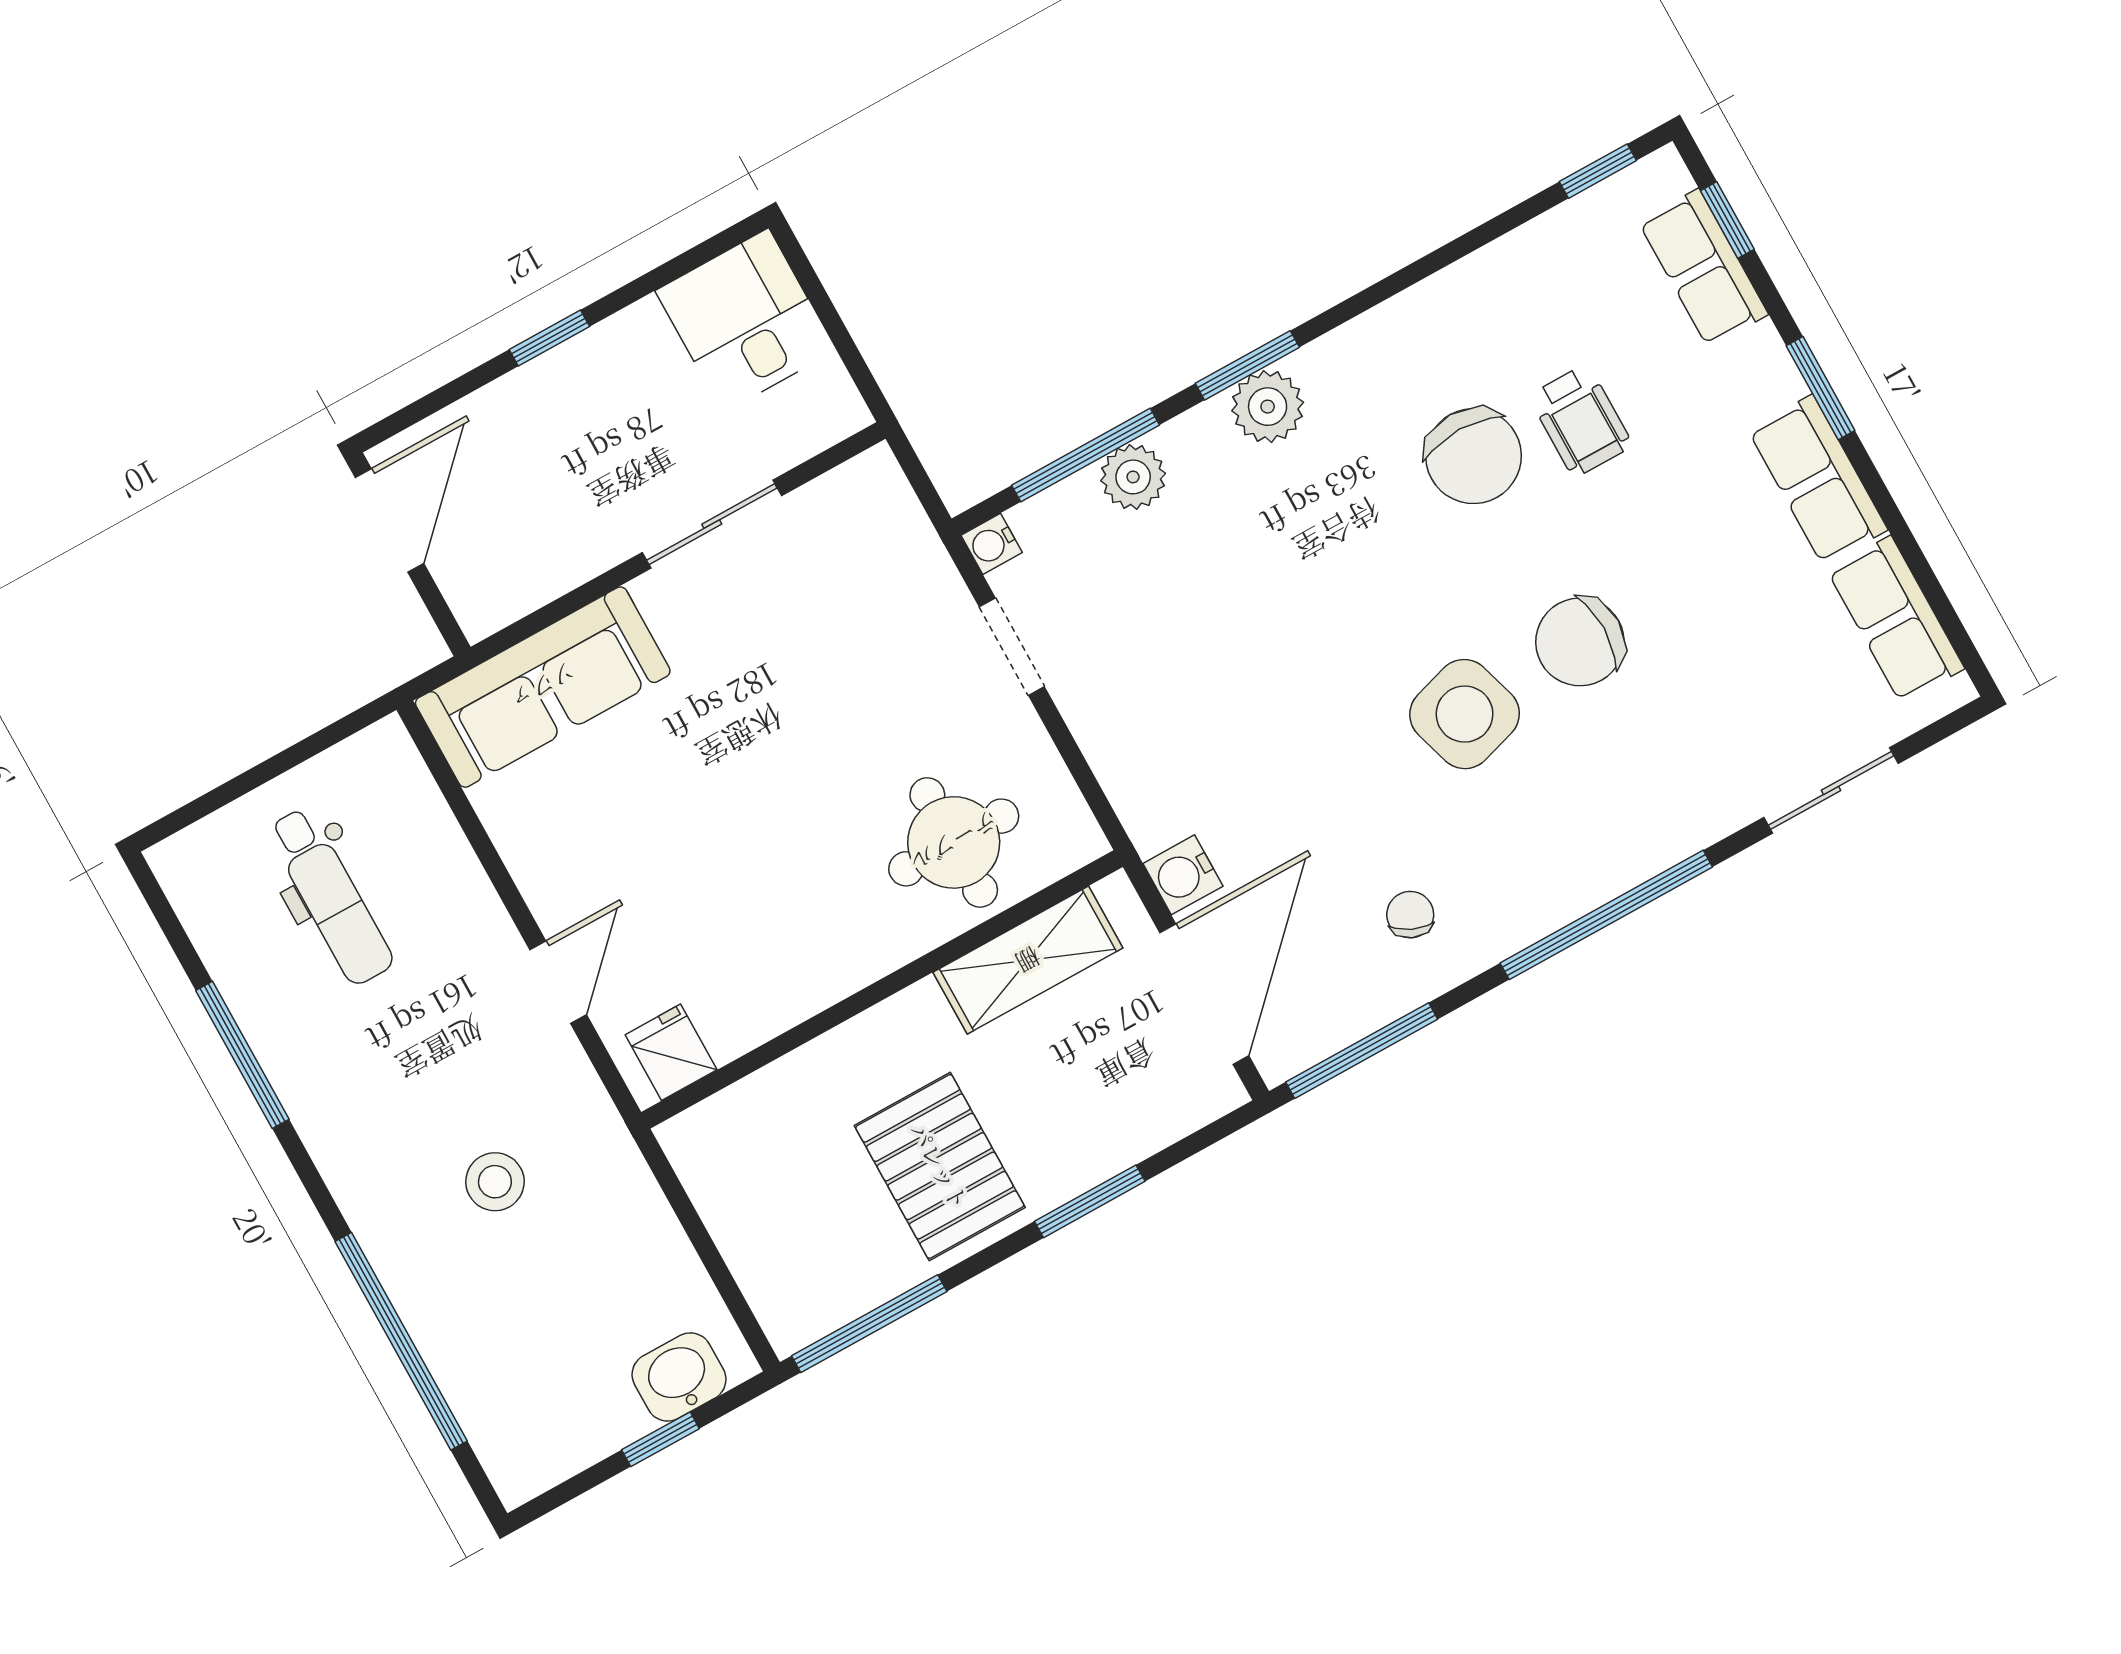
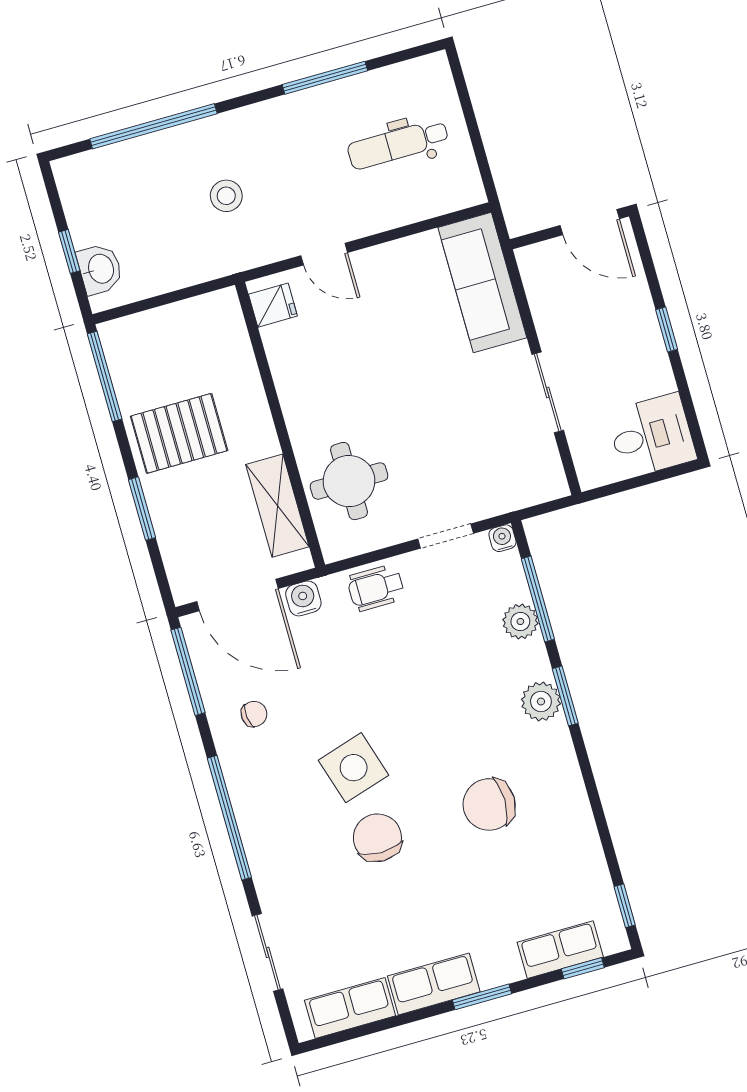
wheelchair: (1581, 421) -> (376, 588), moved
chair: (1410, 915) -> (254, 714), turned -31

